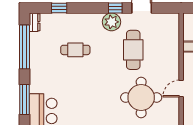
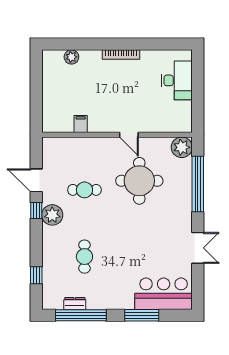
dresser: (35, 22) -> (75, 304), moved
cafe table: (133, 50) -> (84, 190), width x0.73, depth x0.74

